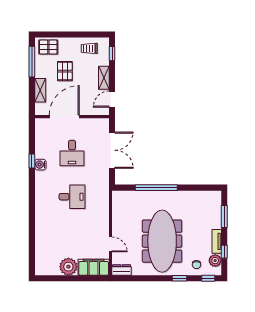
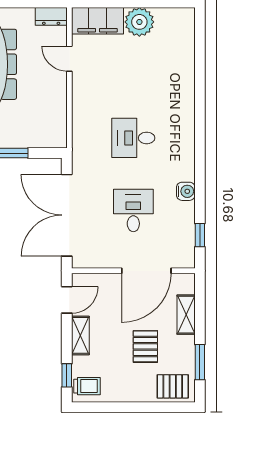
trolley: (89, 48) -> (87, 386), moved
window: (32, 62) -> (200, 362), width x0.69
double door: (112, 150) -> (67, 215), width x1.36
window: (32, 161) -> (200, 235), moved

